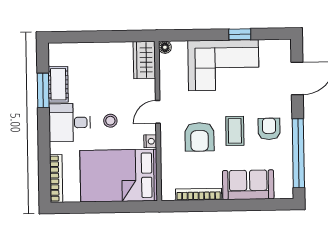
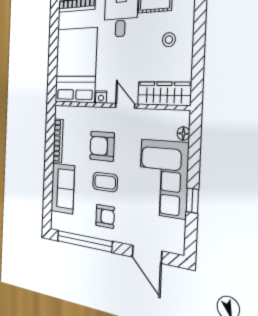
floor lamp: (165, 47) -> (183, 134), moved
wardrobe: (144, 60) -> (164, 94), width x1.50
stool: (110, 121) -> (169, 40), moved

